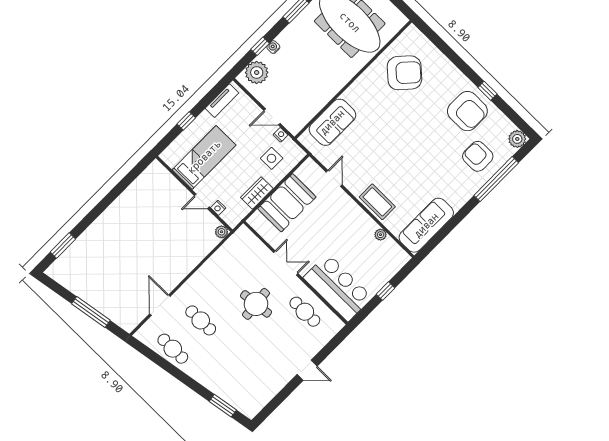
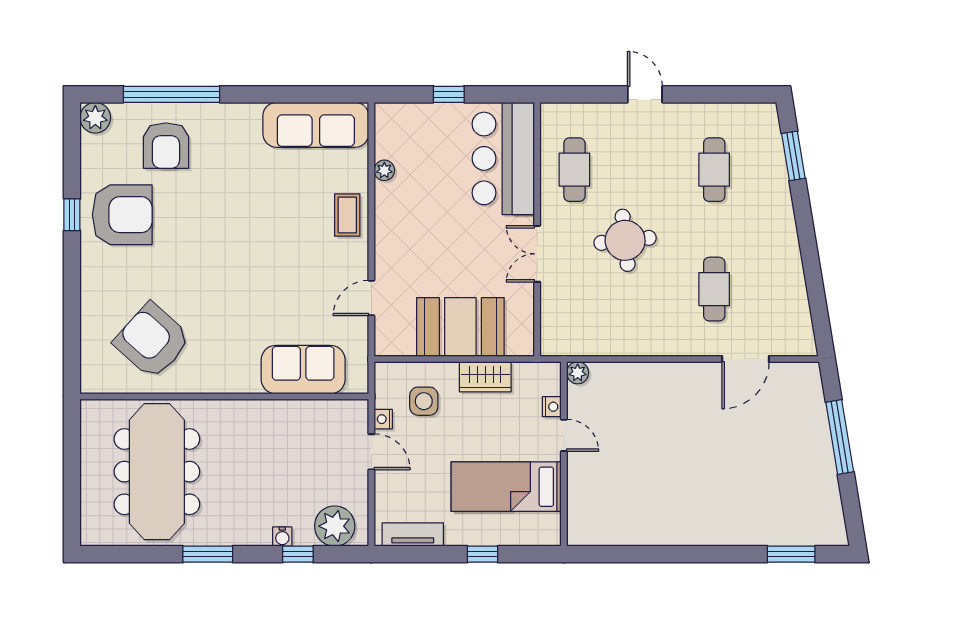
armchair: (467, 111) -> (122, 215), turned 90
coffee table: (377, 202) -> (347, 215), width x0.73, depth x0.77
cafe table: (173, 349) -> (714, 170), moved

